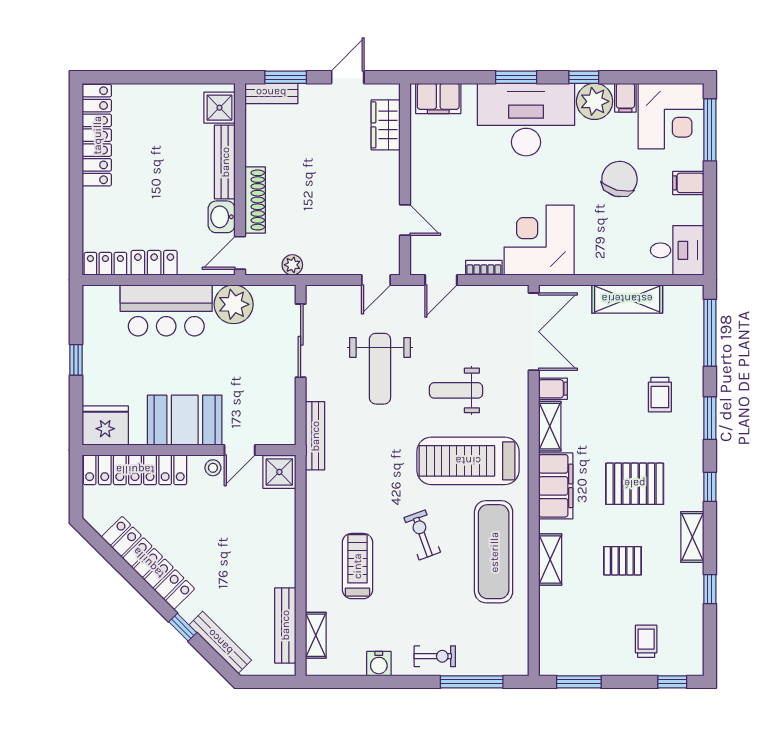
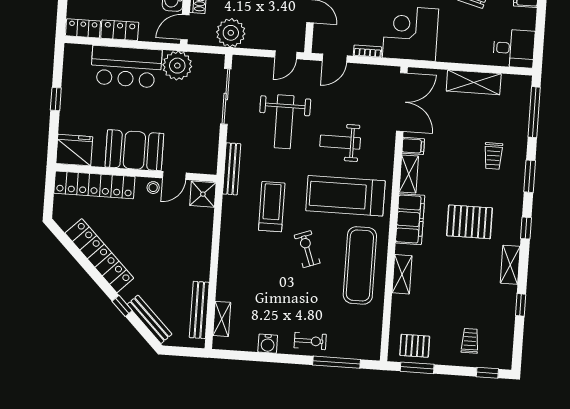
plant: (292, 265) -> (231, 33), width x1.87, depth x1.87
pallet: (622, 561) -> (415, 346), moved
treadmill: (357, 566) -> (272, 207), moved

